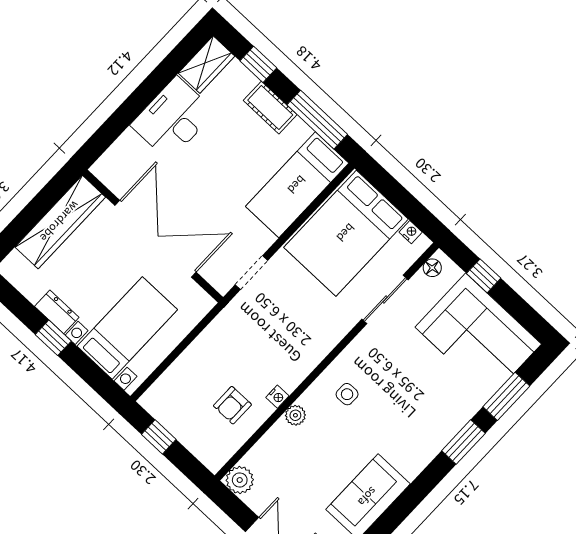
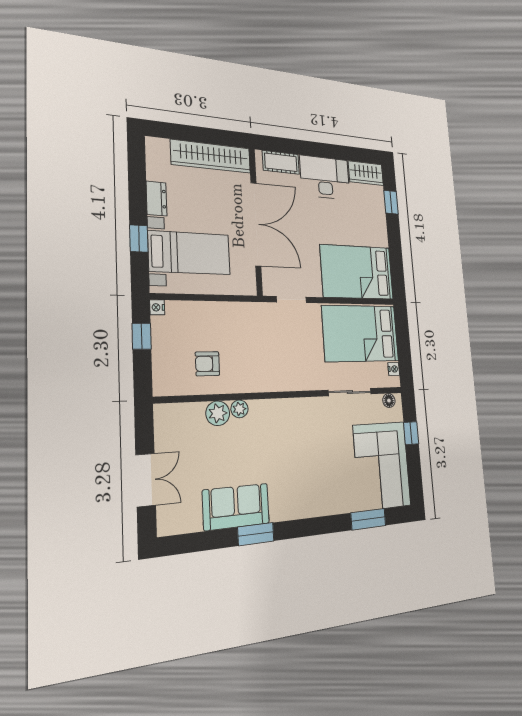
cot: (270, 108) -> (281, 162), moved, turned 90
window: (317, 120) -> (396, 260), removed
bed: (297, 185) -> (357, 272), width x1.50
window: (53, 338) -> (139, 239), moved
side table: (347, 394) -> (281, 427), removed
nightstand: (277, 397) -> (157, 307), moved, turned 90
window: (463, 442) -> (256, 534), moved
plant: (240, 480) -> (218, 413), moved

